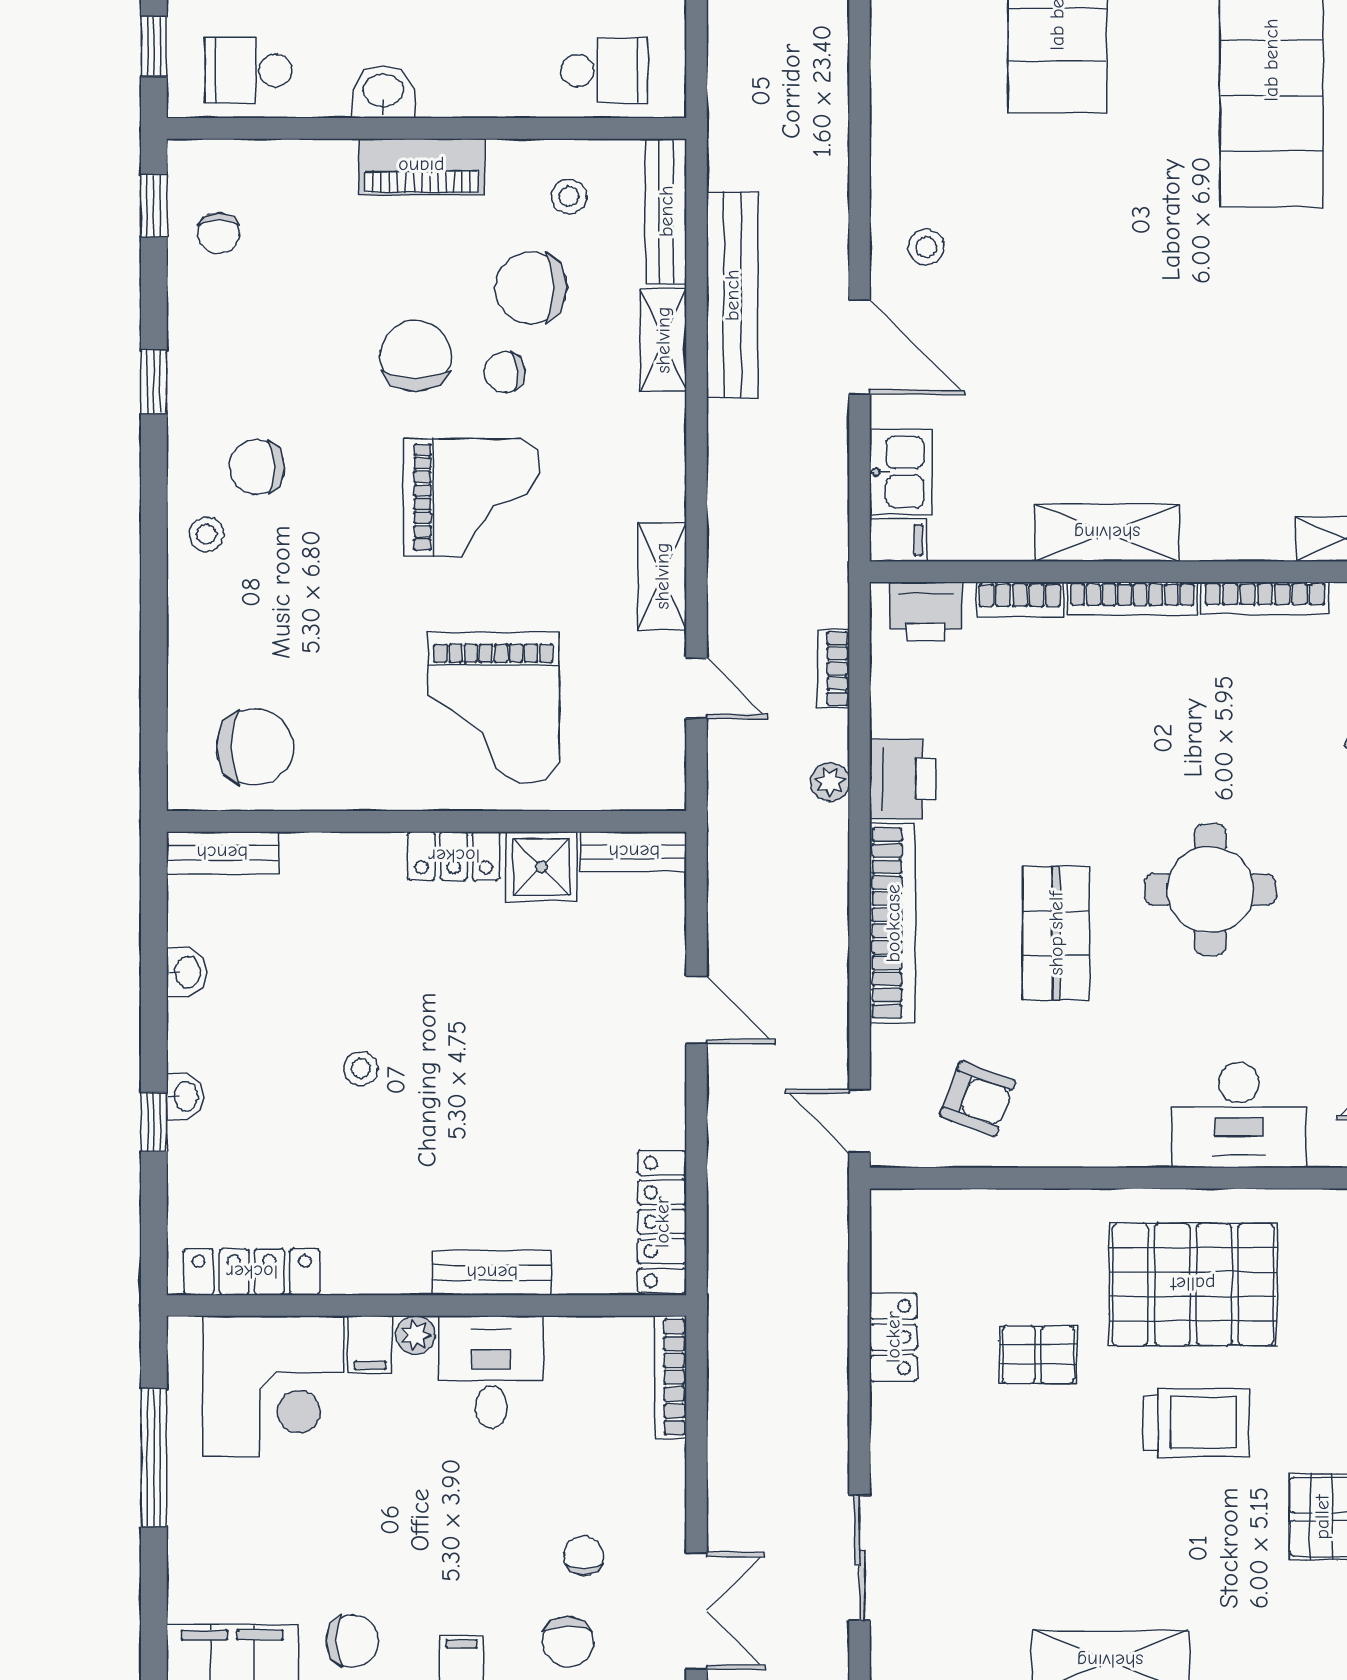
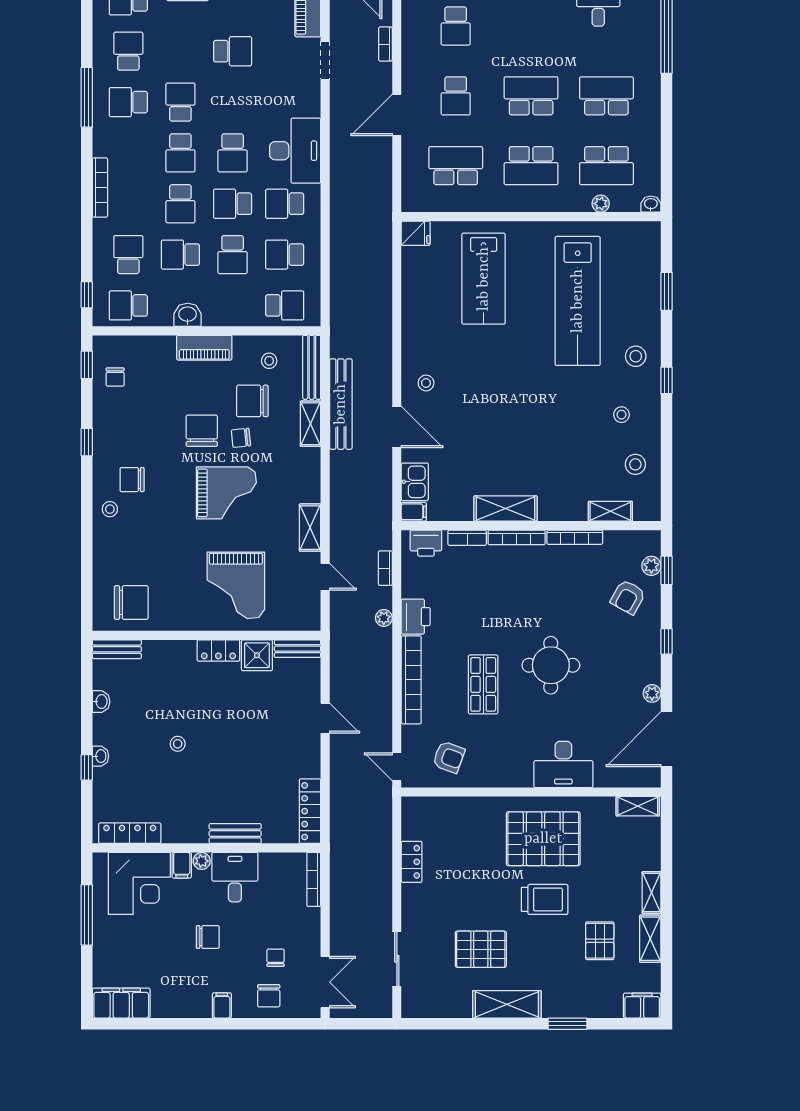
pallet: (1038, 1355) -> (481, 949), moved, width x1.50, depth x1.42
chair: (352, 1641) -> (208, 937), moved

